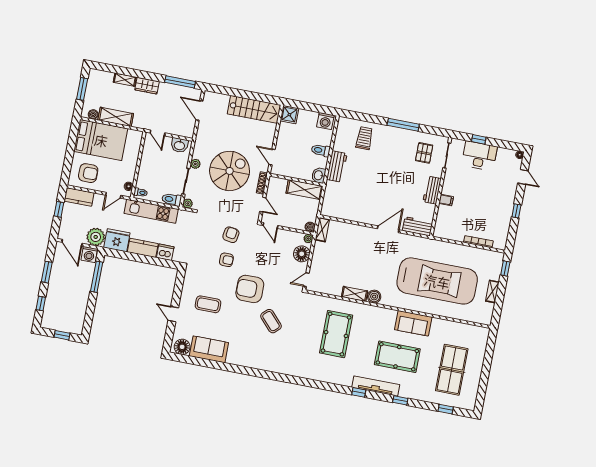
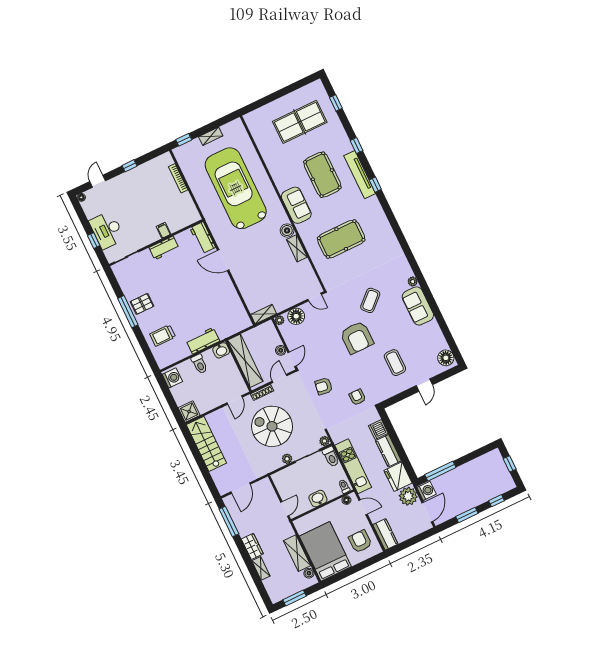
washbasin: (179, 145) -> (318, 499), moved, turned -90
pallet: (424, 153) -> (142, 304), moved
shelving: (304, 190) -> (245, 361), width x1.47
window: (59, 209) -> (408, 543), removed
boiler: (310, 227) -> (281, 350), moved
armchair: (226, 260) -> (357, 397), moved
sofa: (413, 323) -> (296, 205), moved
sofa: (209, 349) -> (418, 306), moved
plant: (261, 365) -> (413, 282), added

